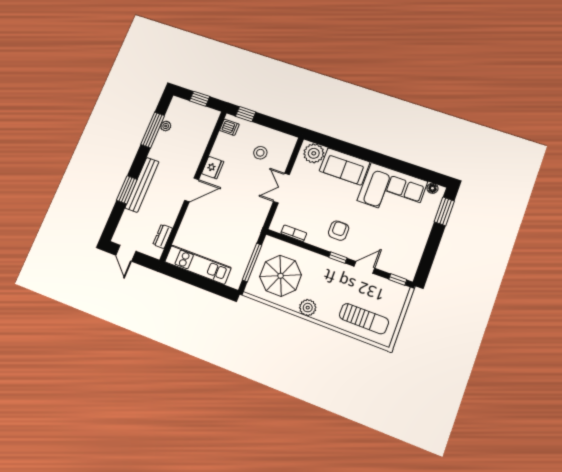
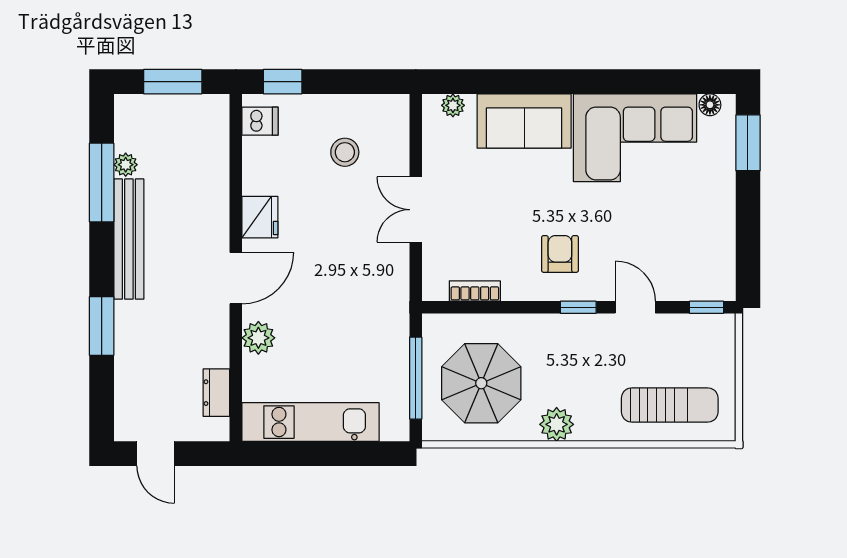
window: (200, 99) -> (173, 82), width x1.50
plant: (314, 153) -> (453, 105), width x0.53, depth x0.53
bench: (142, 185) -> (129, 239), moved
plant: (191, 219) -> (258, 338), added
door: (364, 267) -> (635, 307), hinge flipped

